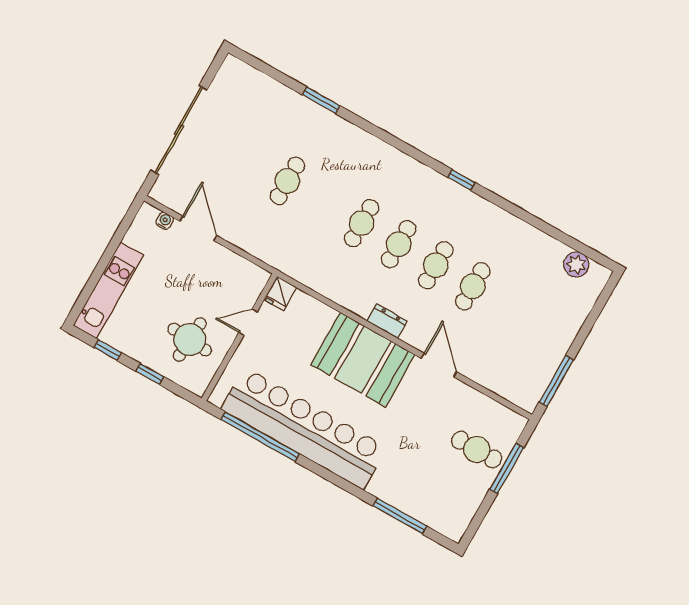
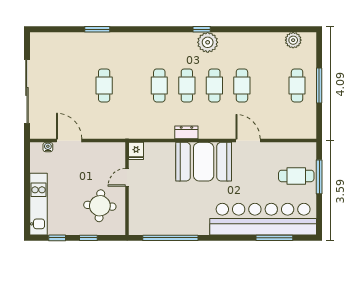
plant: (460, 202) -> (208, 42), added
dresser: (387, 321) -> (186, 132), moved
cafe table: (547, 328) -> (297, 85), added
window: (556, 381) -> (319, 85), moved
bar counter: (304, 428) -> (263, 219), moved

